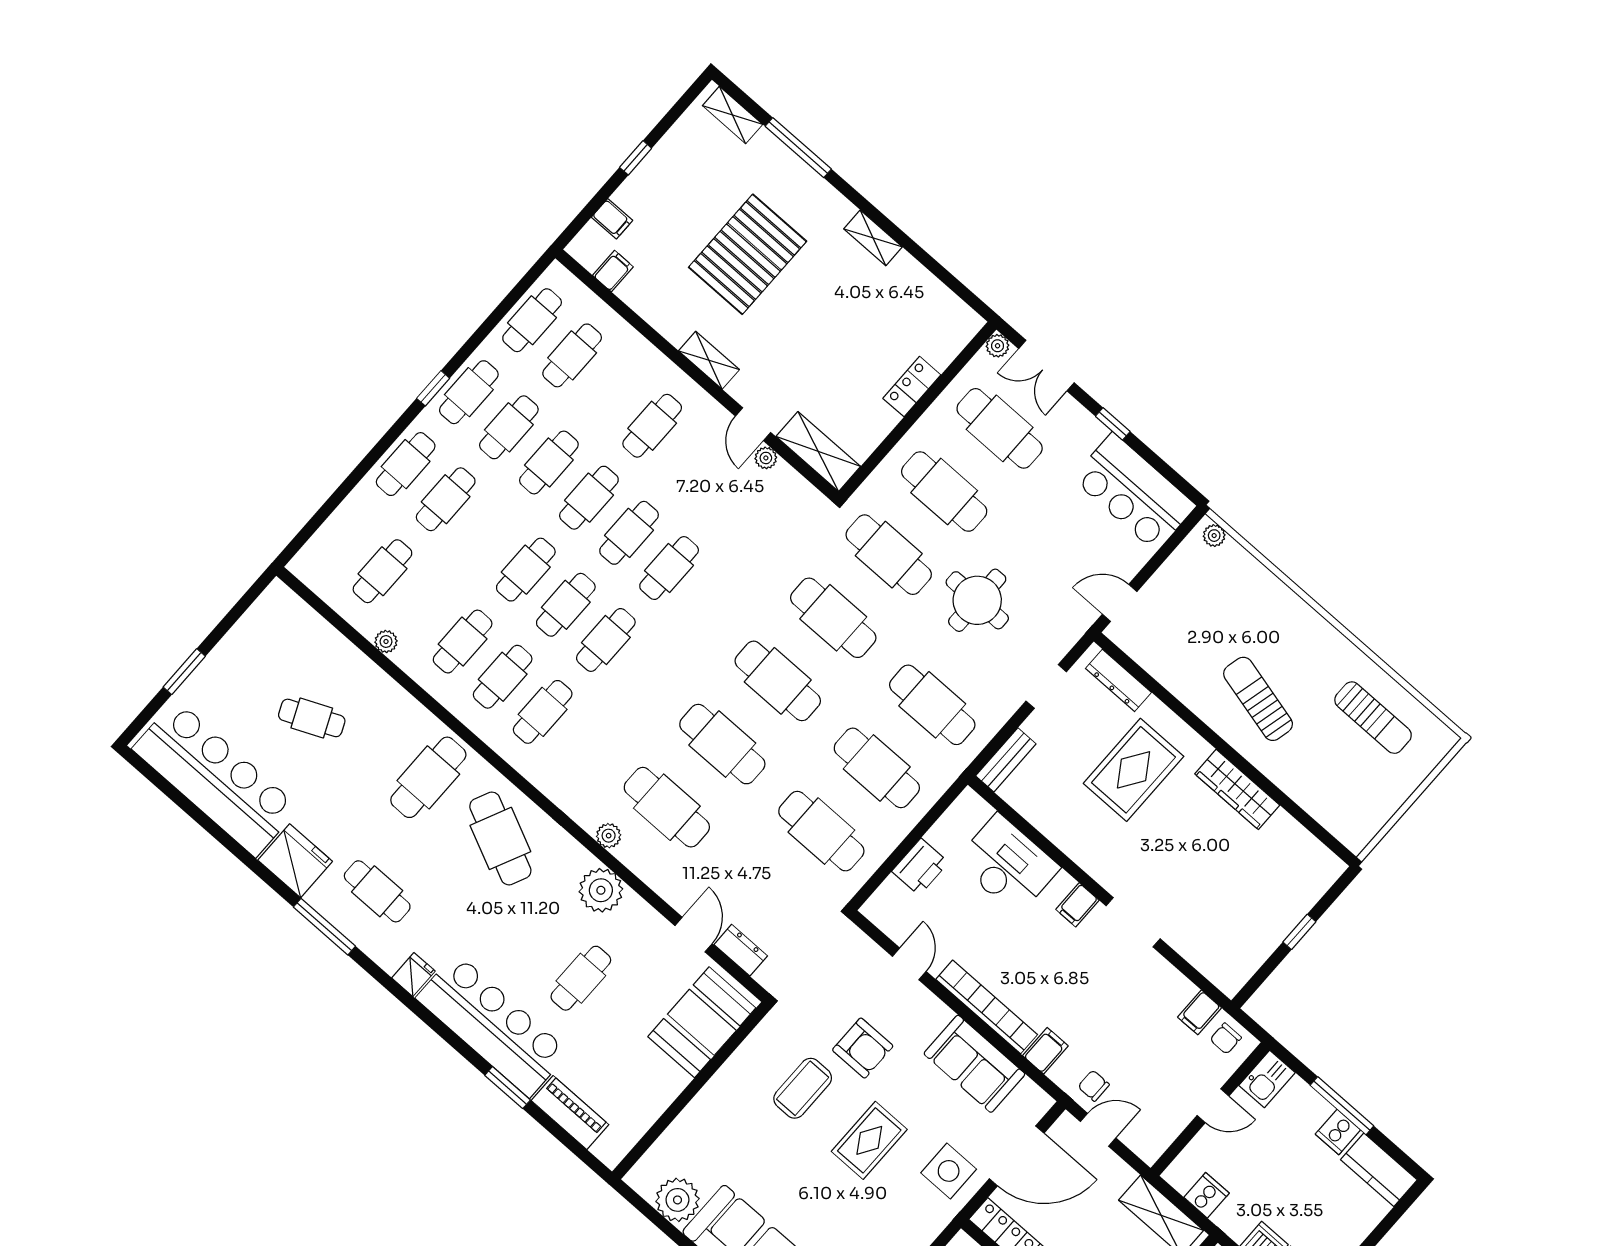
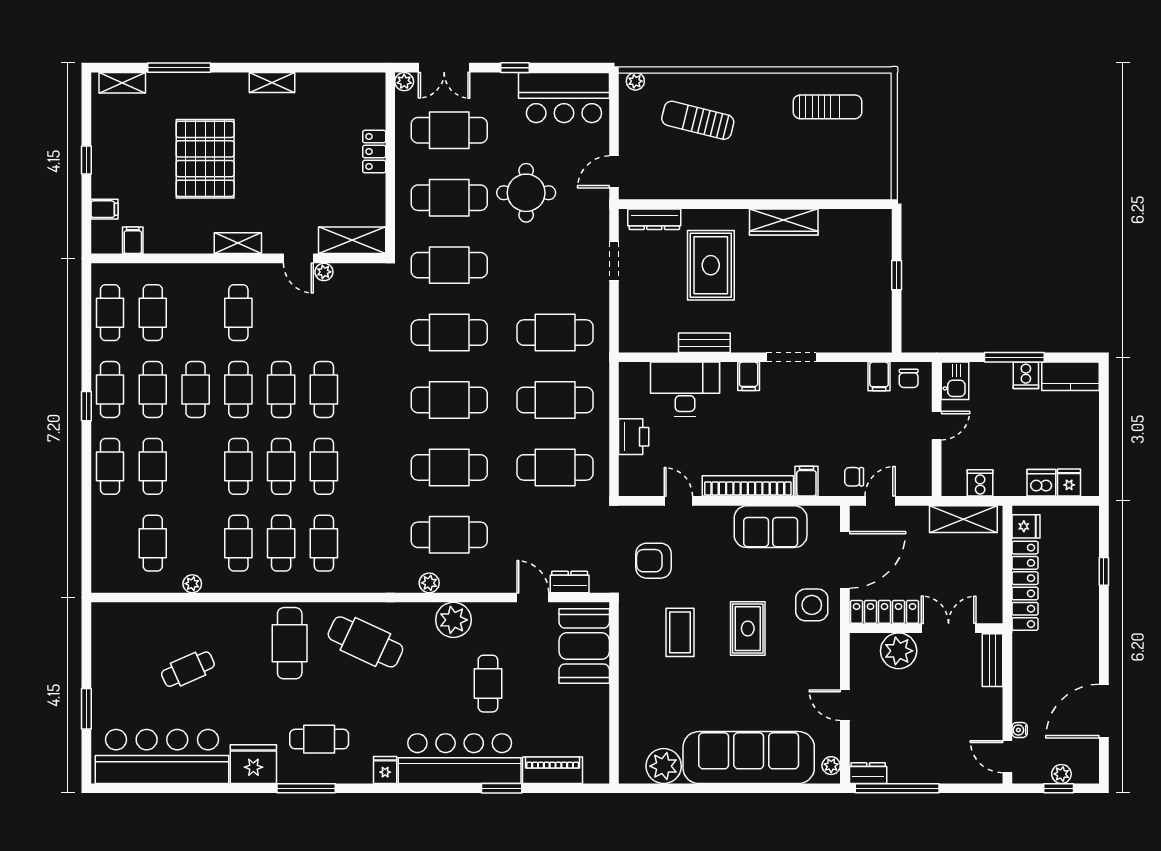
round table: (977, 600) -> (526, 193), moved
sun lounger: (1258, 699) -> (698, 120), moved
bench: (1006, 760) -> (704, 343), moved, turned 90
armchair: (863, 1048) -> (654, 561), moved, turned 180

